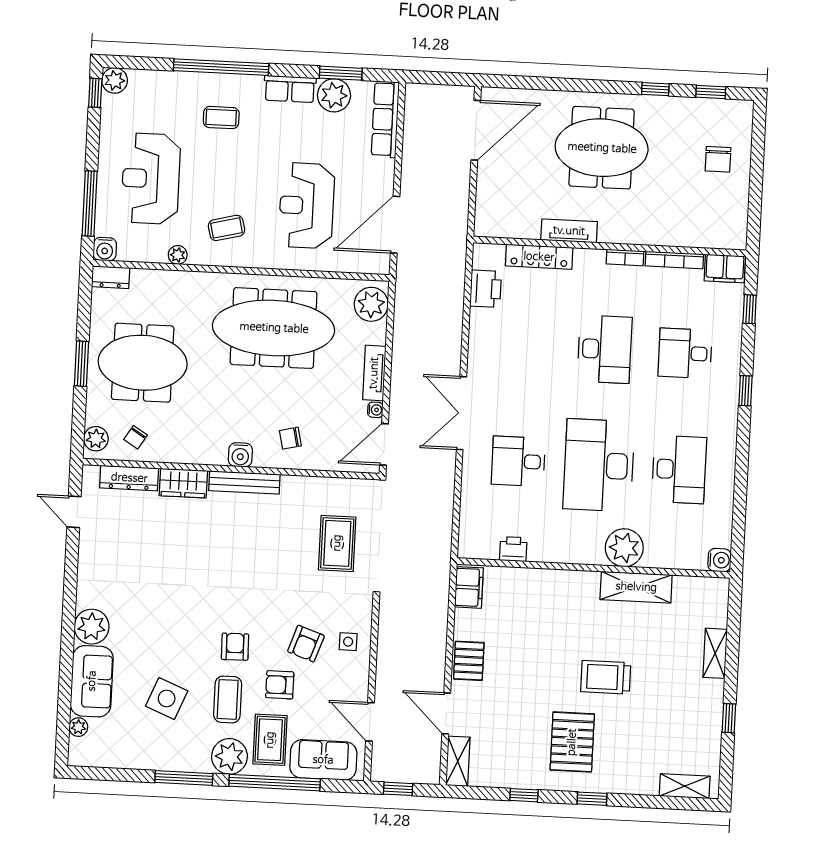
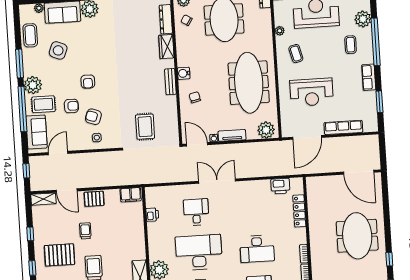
plant: (334, 95) -> (363, 19), moved
row of seats: (385, 119) -> (343, 127), moved
reception desk: (307, 206) -> (312, 92), turned 180
door: (395, 225) -> (307, 137), swing flipped
tv unit: (569, 231) -> (314, 224), removed
bench: (244, 482) -> (170, 82), width x0.73
rug: (337, 543) -> (145, 127), turned 90
armchair: (235, 647) -> (88, 82), turned 91
armchair: (280, 685) -> (71, 106), turned 90
trolley: (530, 685) -> (85, 231), added
coffee table: (228, 699) -> (30, 35), moved, turned 90
door: (446, 713) -> (67, 191), swing flipped

